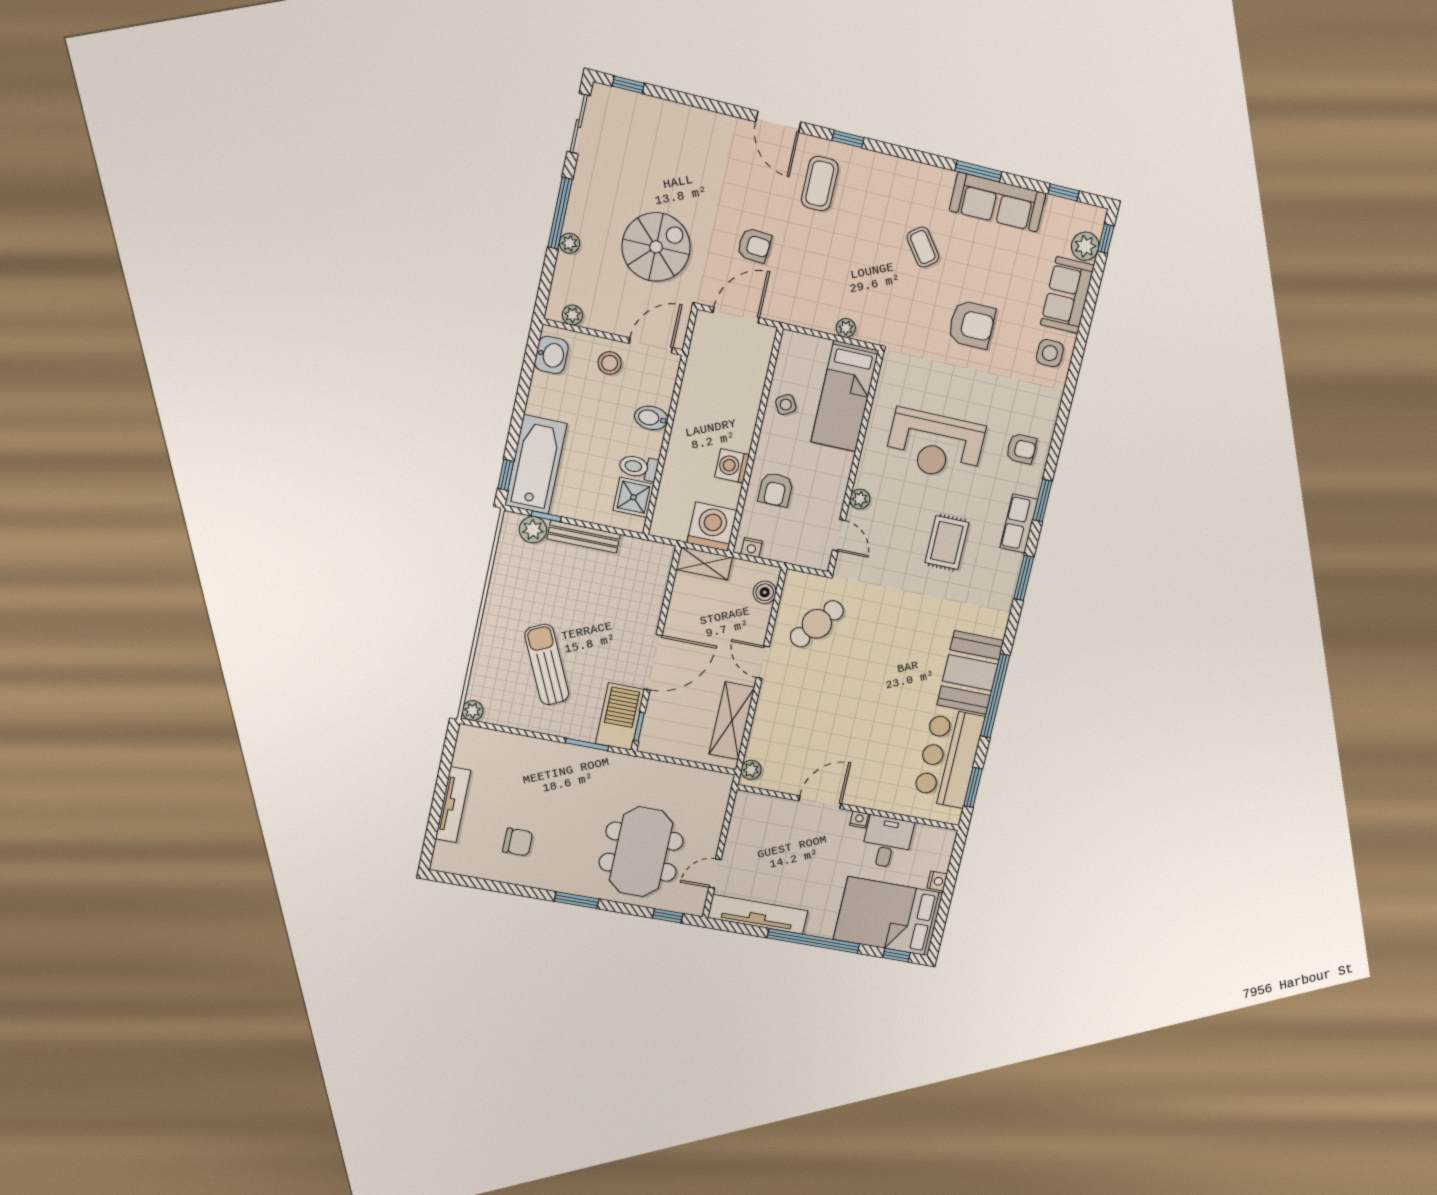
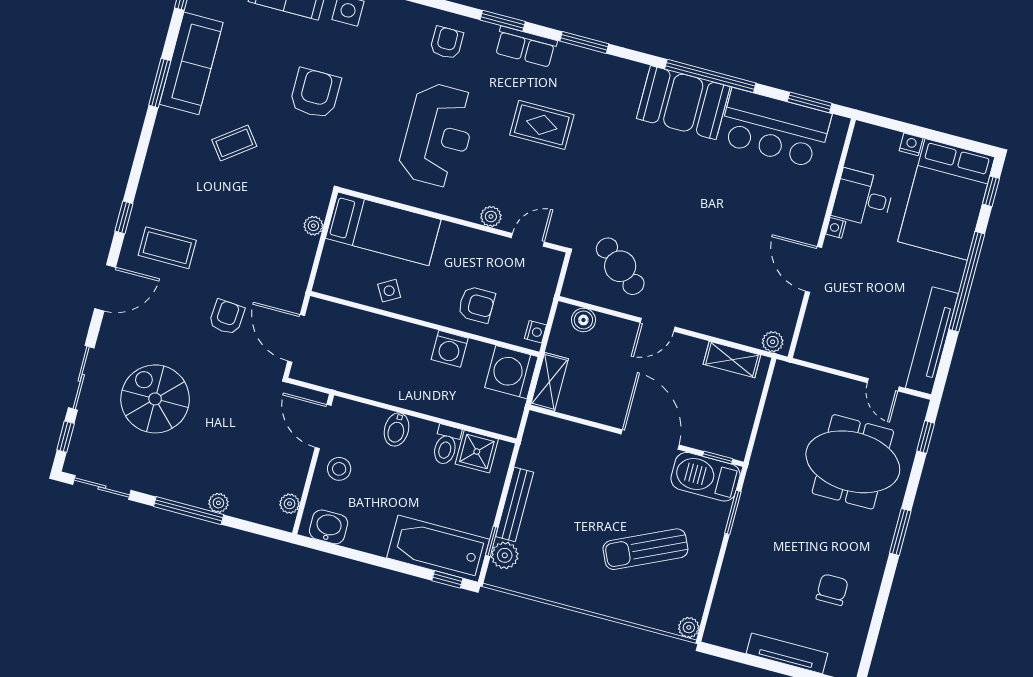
sliding door: (688, 99) -> (81, 378), added
spiral stairs: (656, 247) -> (155, 399), moved
shelving: (732, 721) -> (732, 360), width x0.67, depth x0.75

